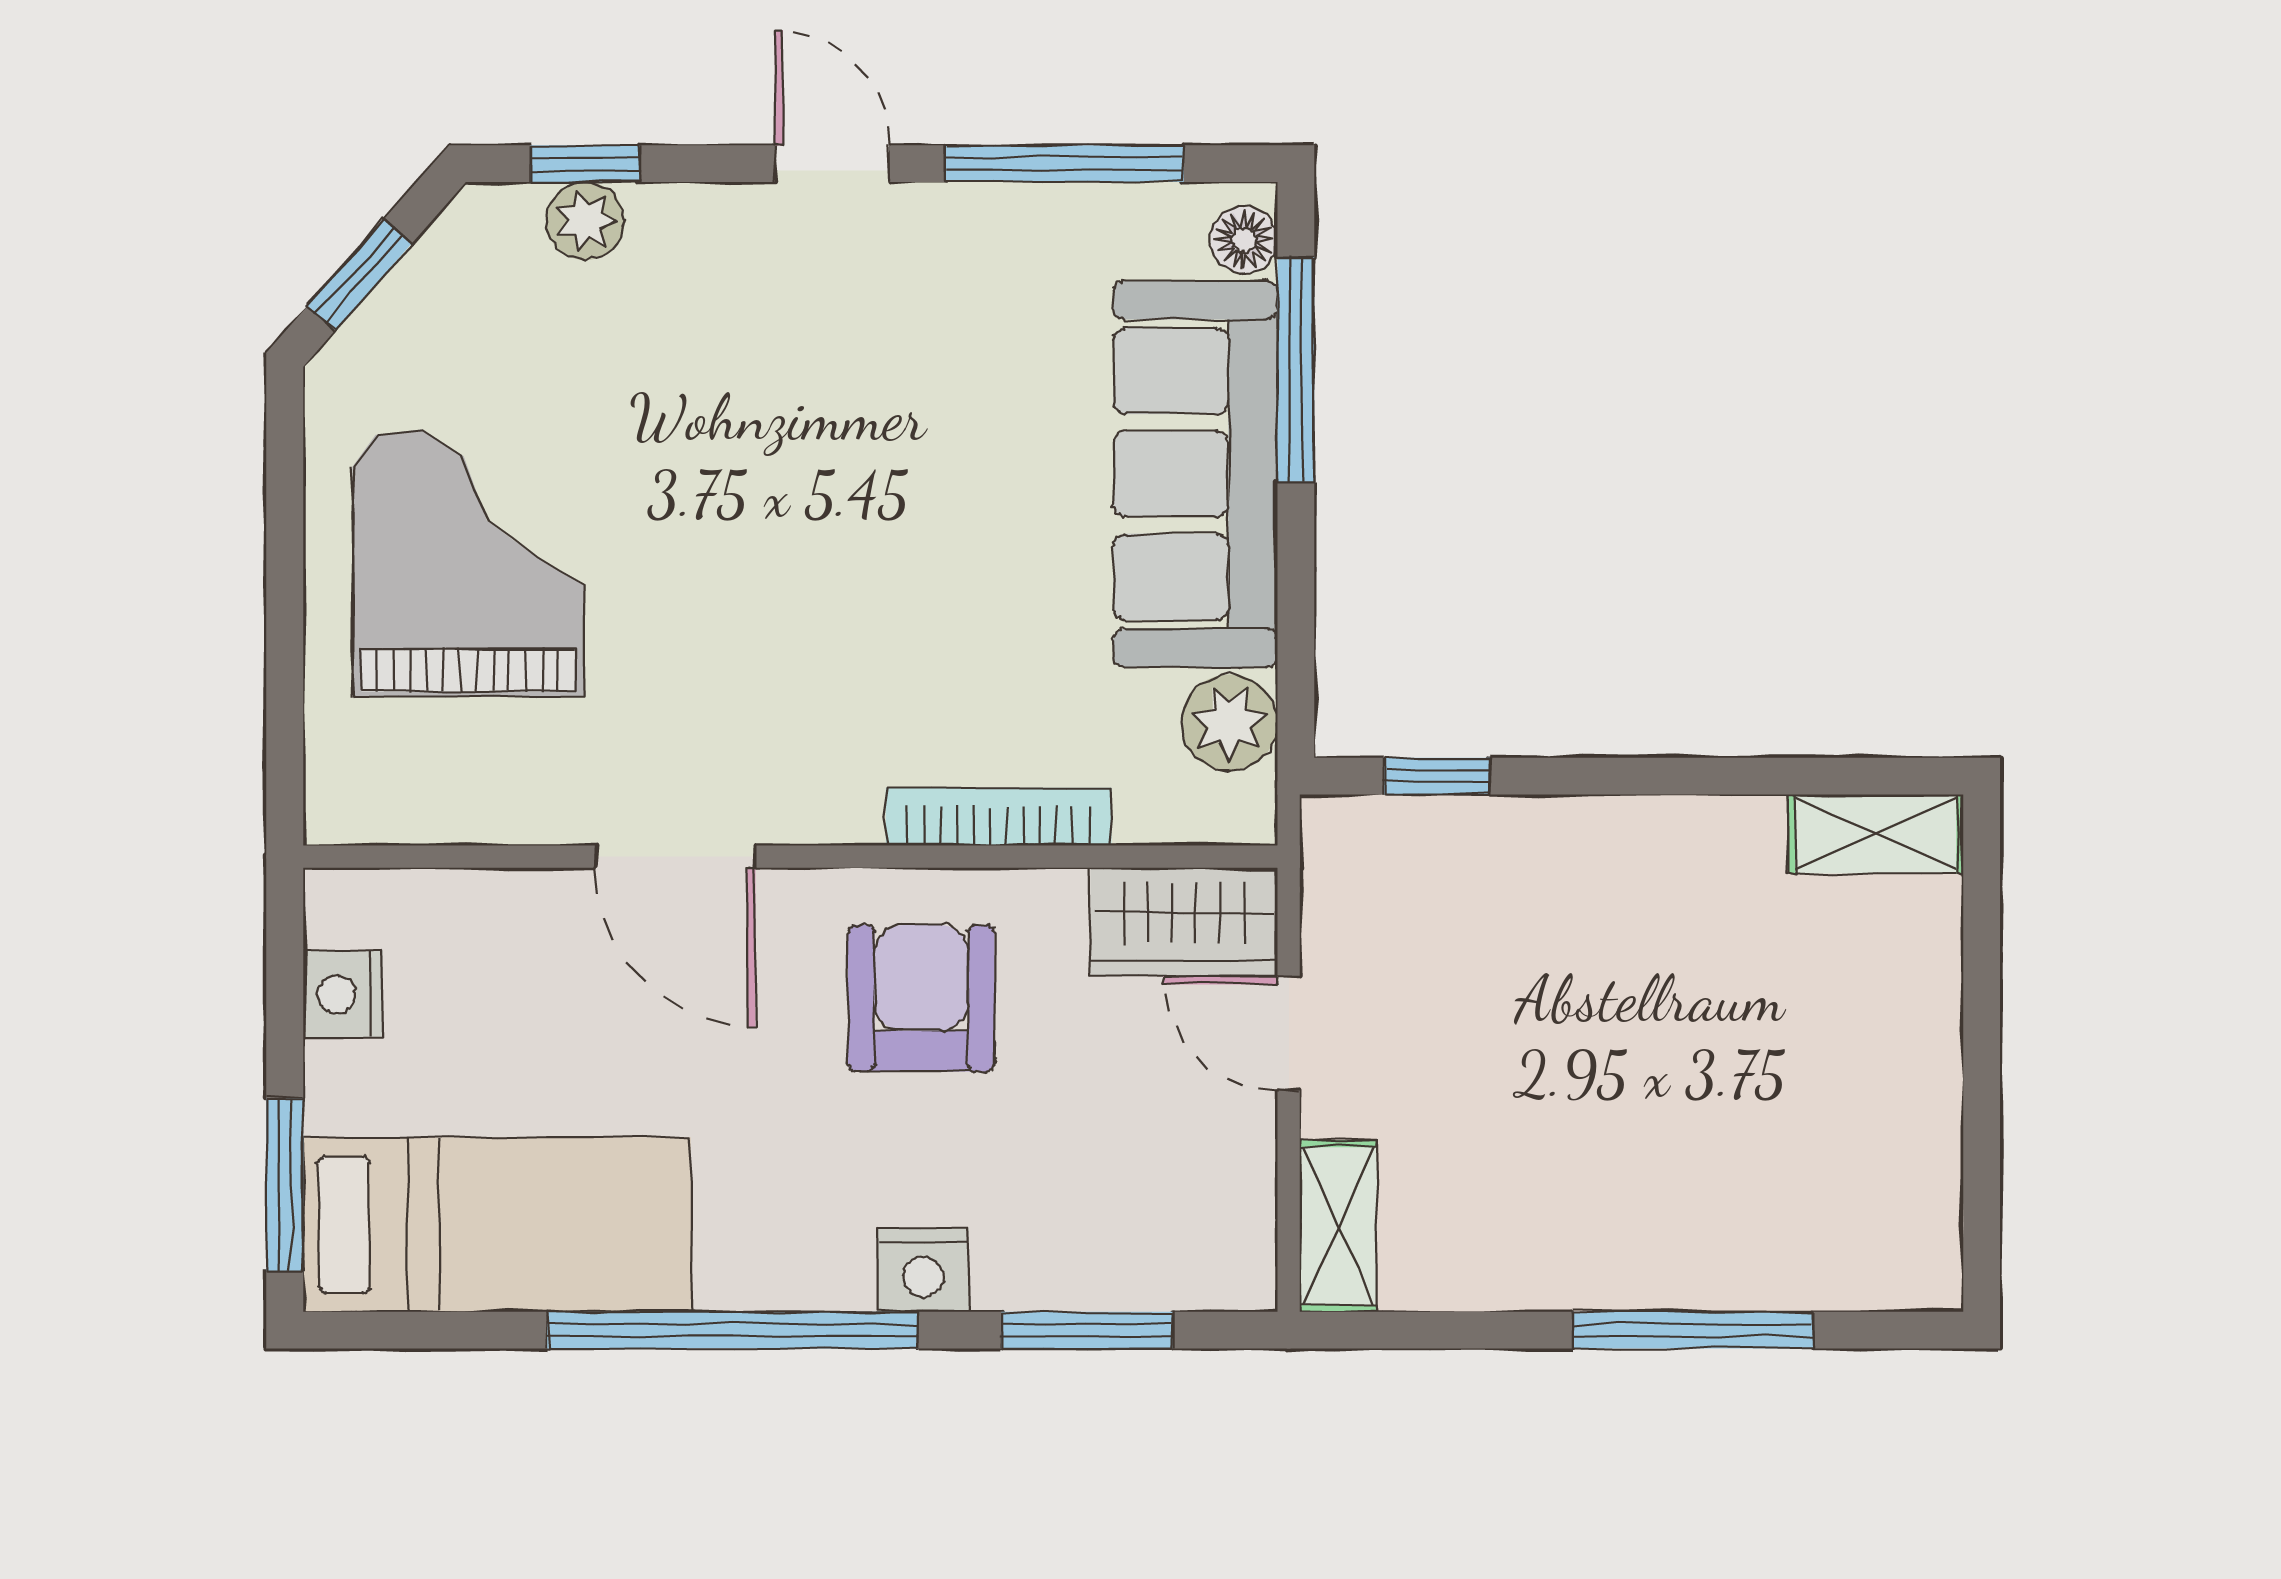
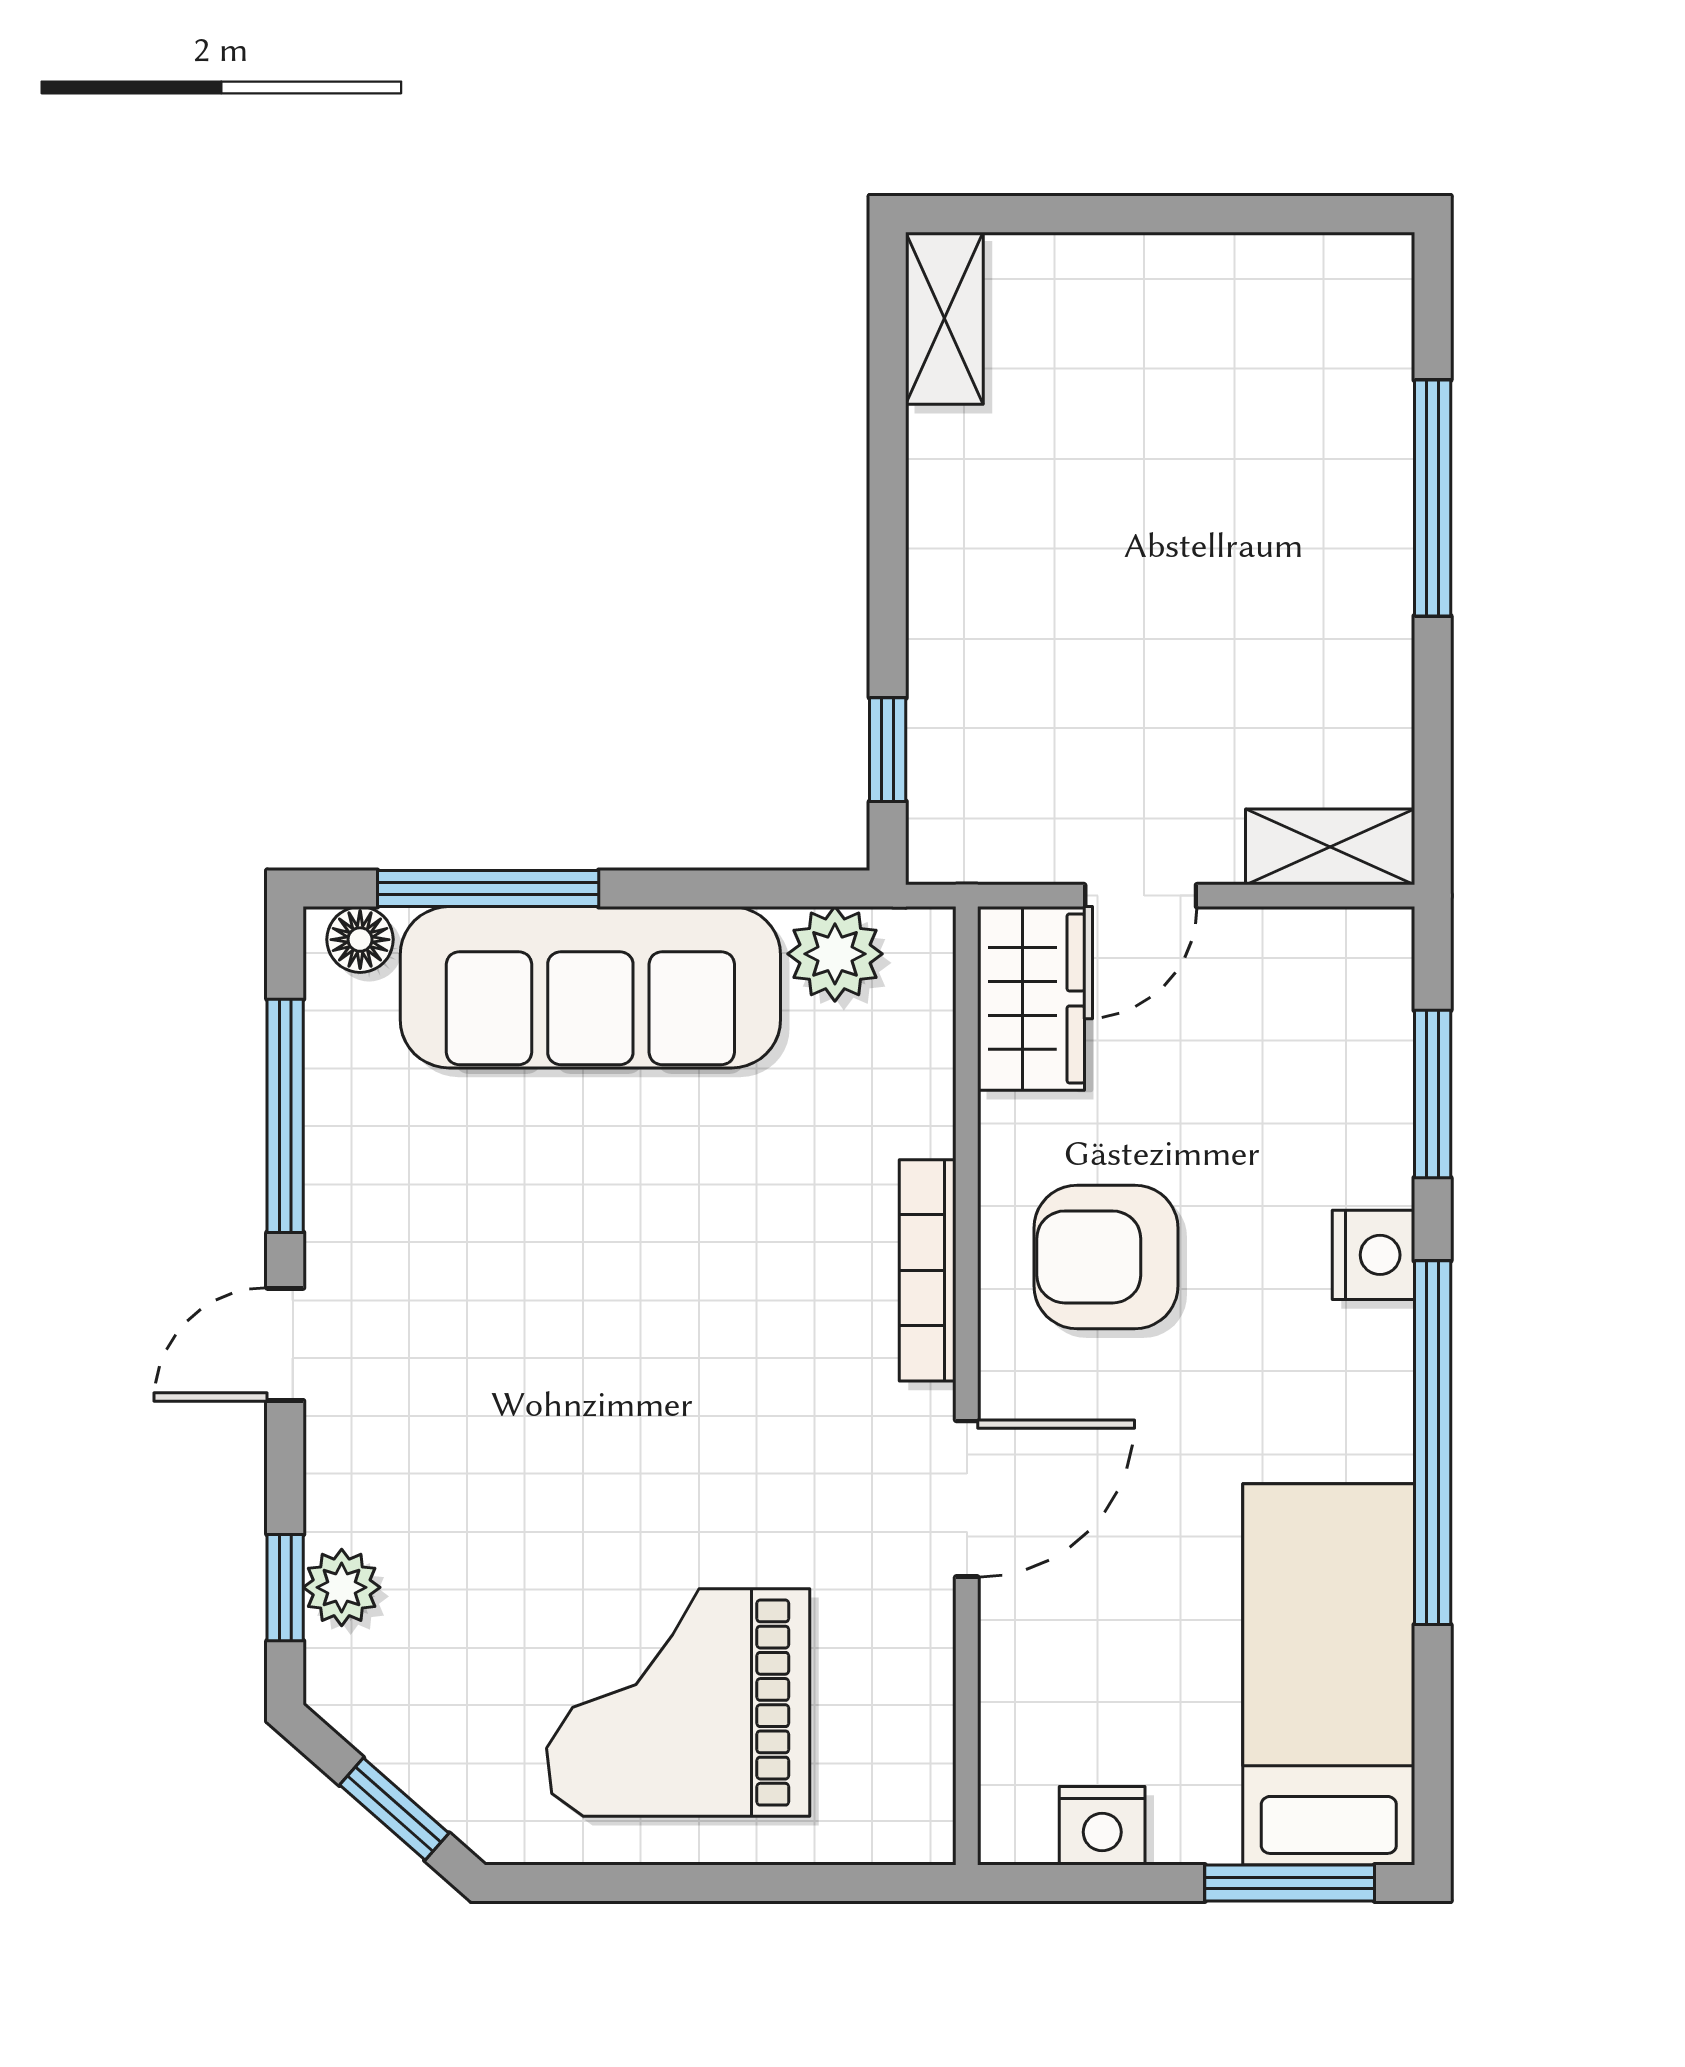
bookcase: (999, 817) -> (928, 1270), moved

